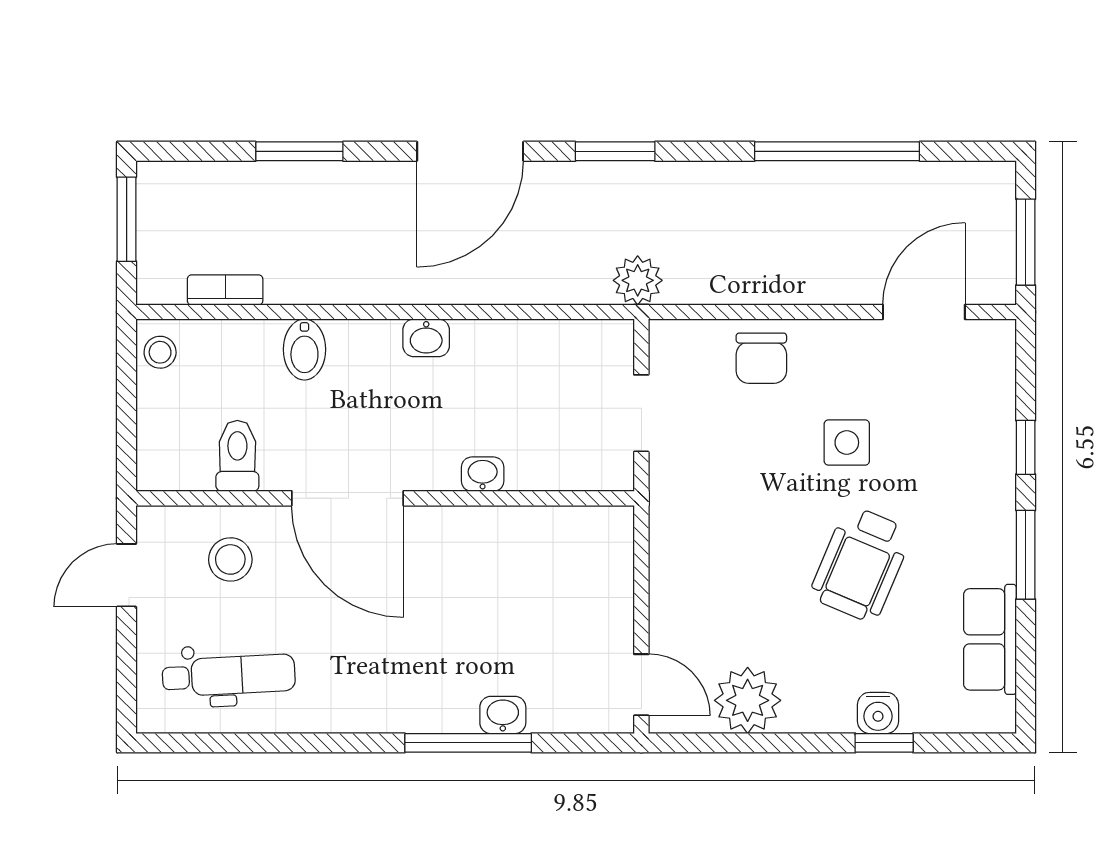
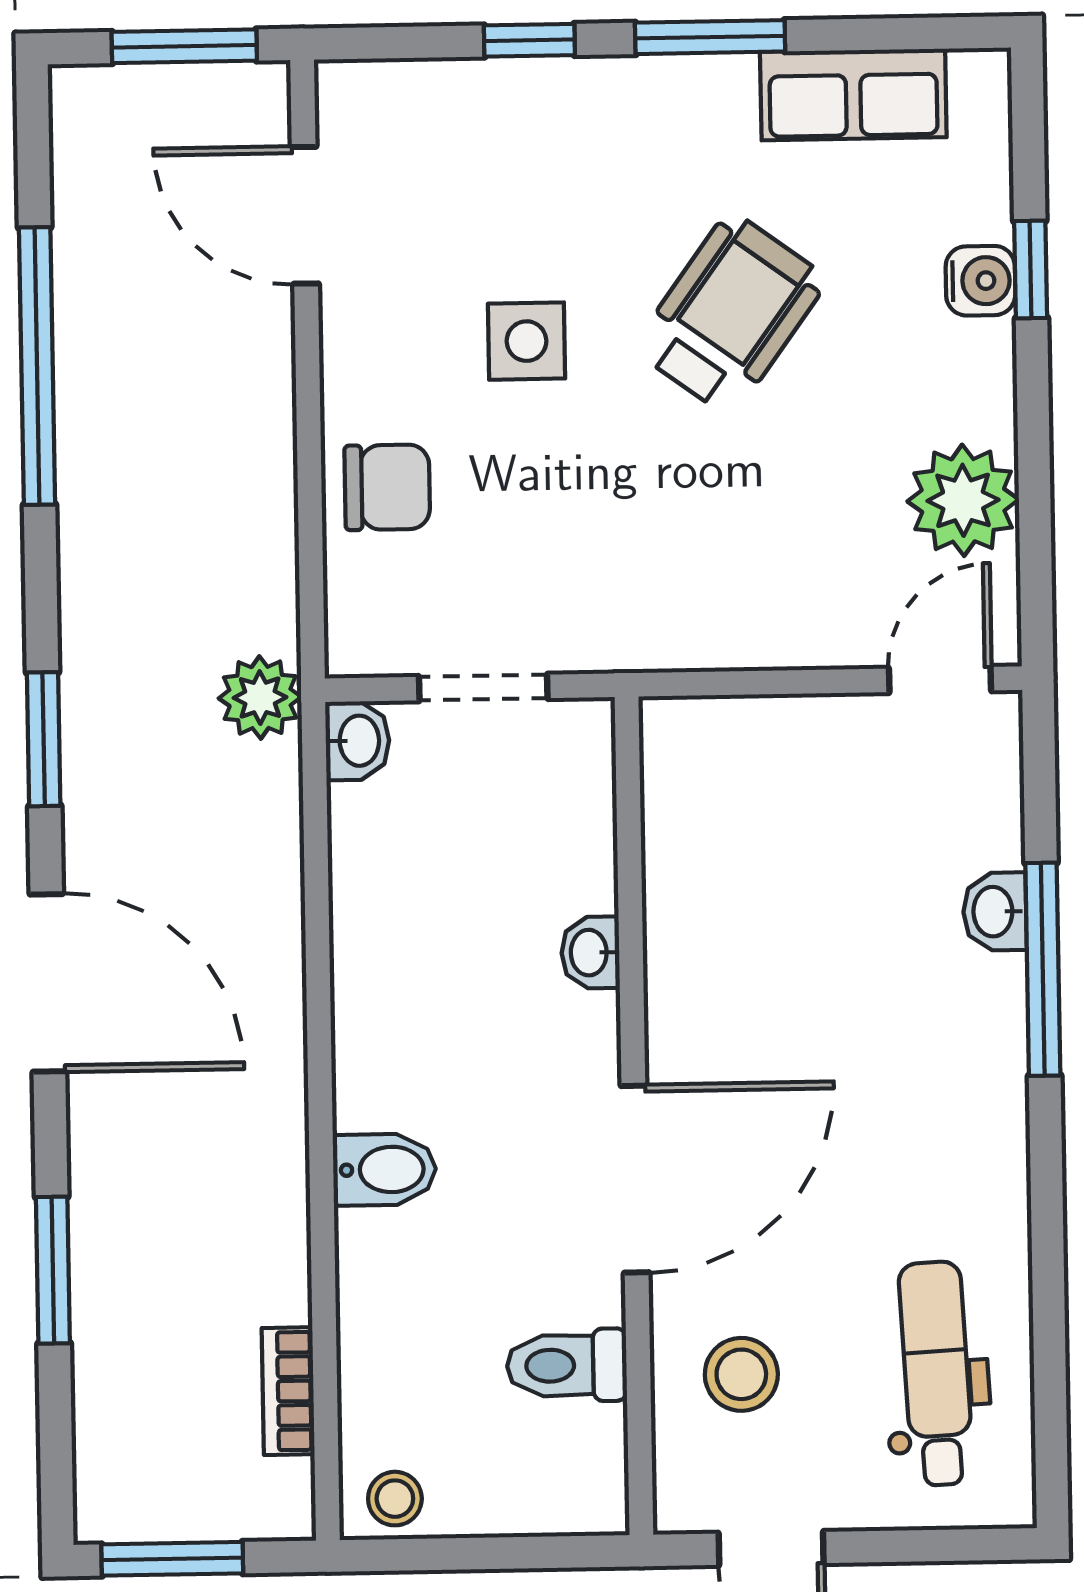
washbasin: (426, 338) -> (357, 741), moved
bidet: (304, 349) -> (385, 1170), moved
wheelchair: (861, 564) -> (730, 314), turned -77

